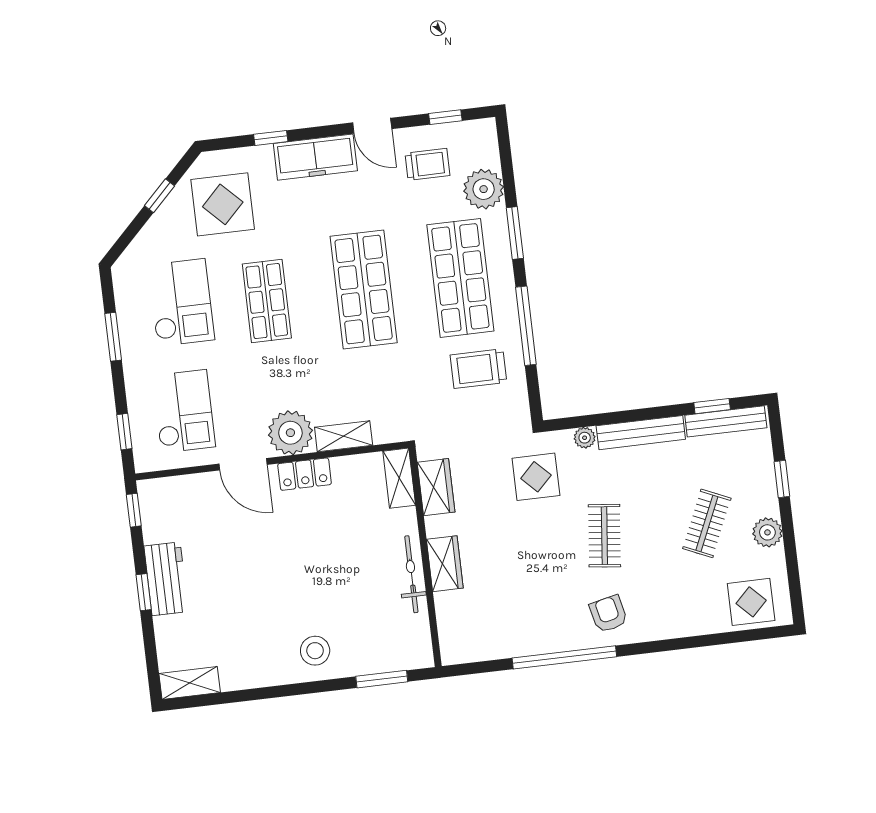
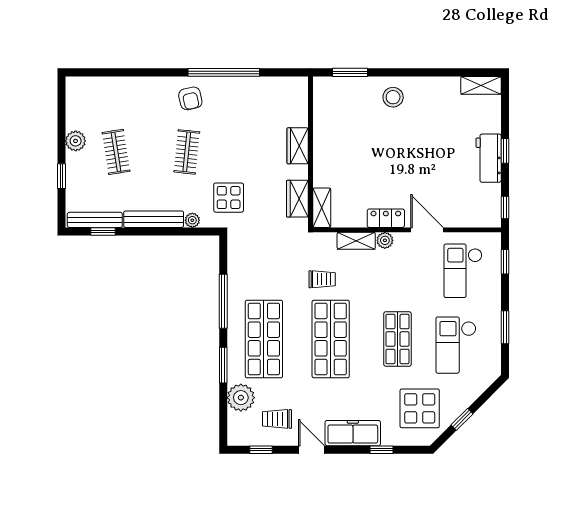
trolley: (478, 369) -> (322, 279), moved, width x0.73, depth x0.72
plant: (290, 433) -> (385, 240), width x0.53, depth x0.53
clothes rail: (707, 523) -> (116, 152), turned -33
bicycle: (411, 574) -> (321, 141), removed
display table: (751, 602) -> (92, 95), removed

